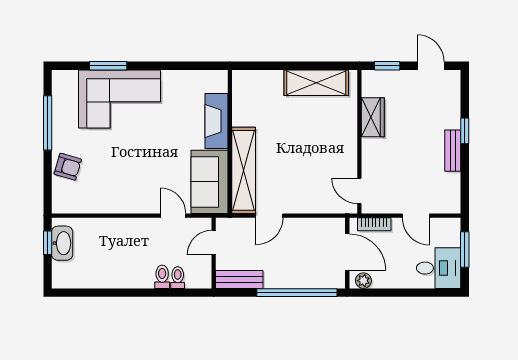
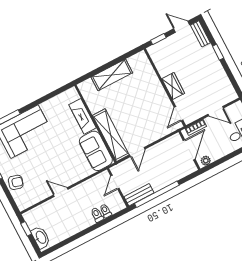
shelving: (316, 83) -> (112, 75), moved
wardrobe: (373, 117) -> (173, 86), moved
bench: (453, 151) -> (200, 34), moved
door: (359, 191) -> (179, 114), hinge flipped
door: (173, 216) -> (61, 192), moved
washbasin: (62, 243) -> (41, 237), moved
door: (347, 252) -> (189, 150), hinge flipped
window: (297, 293) -> (157, 194), moved

